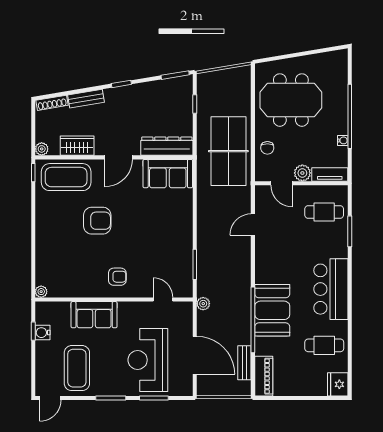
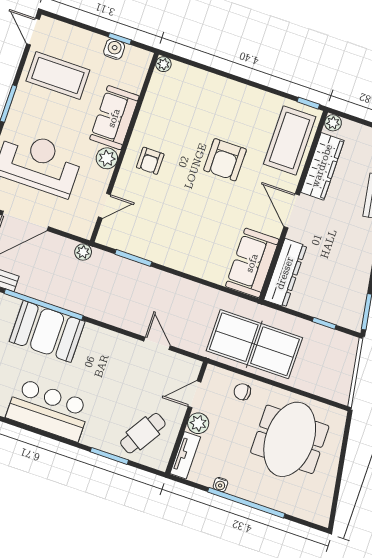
wardrobe: (77, 146) -> (322, 166), width x1.50
cafe table: (324, 212) -> (143, 433), turned 32
plant: (127, 310) -> (107, 158), added

